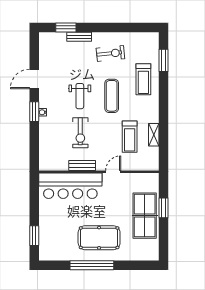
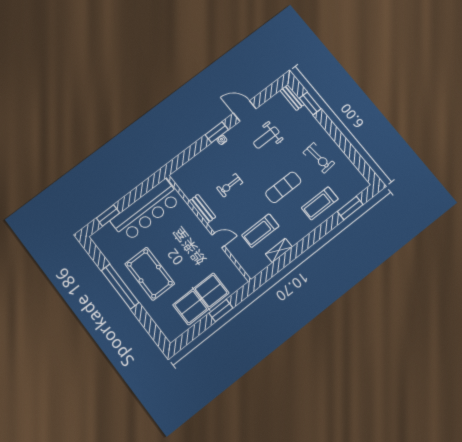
bench: (79, 37) -> (292, 97), moved
weight bench: (80, 96) -> (266, 138), moved
exercise bike: (80, 133) -> (230, 185), width x0.73, depth x0.72
bar counter: (70, 186) -> (146, 210), moved, turned -90

